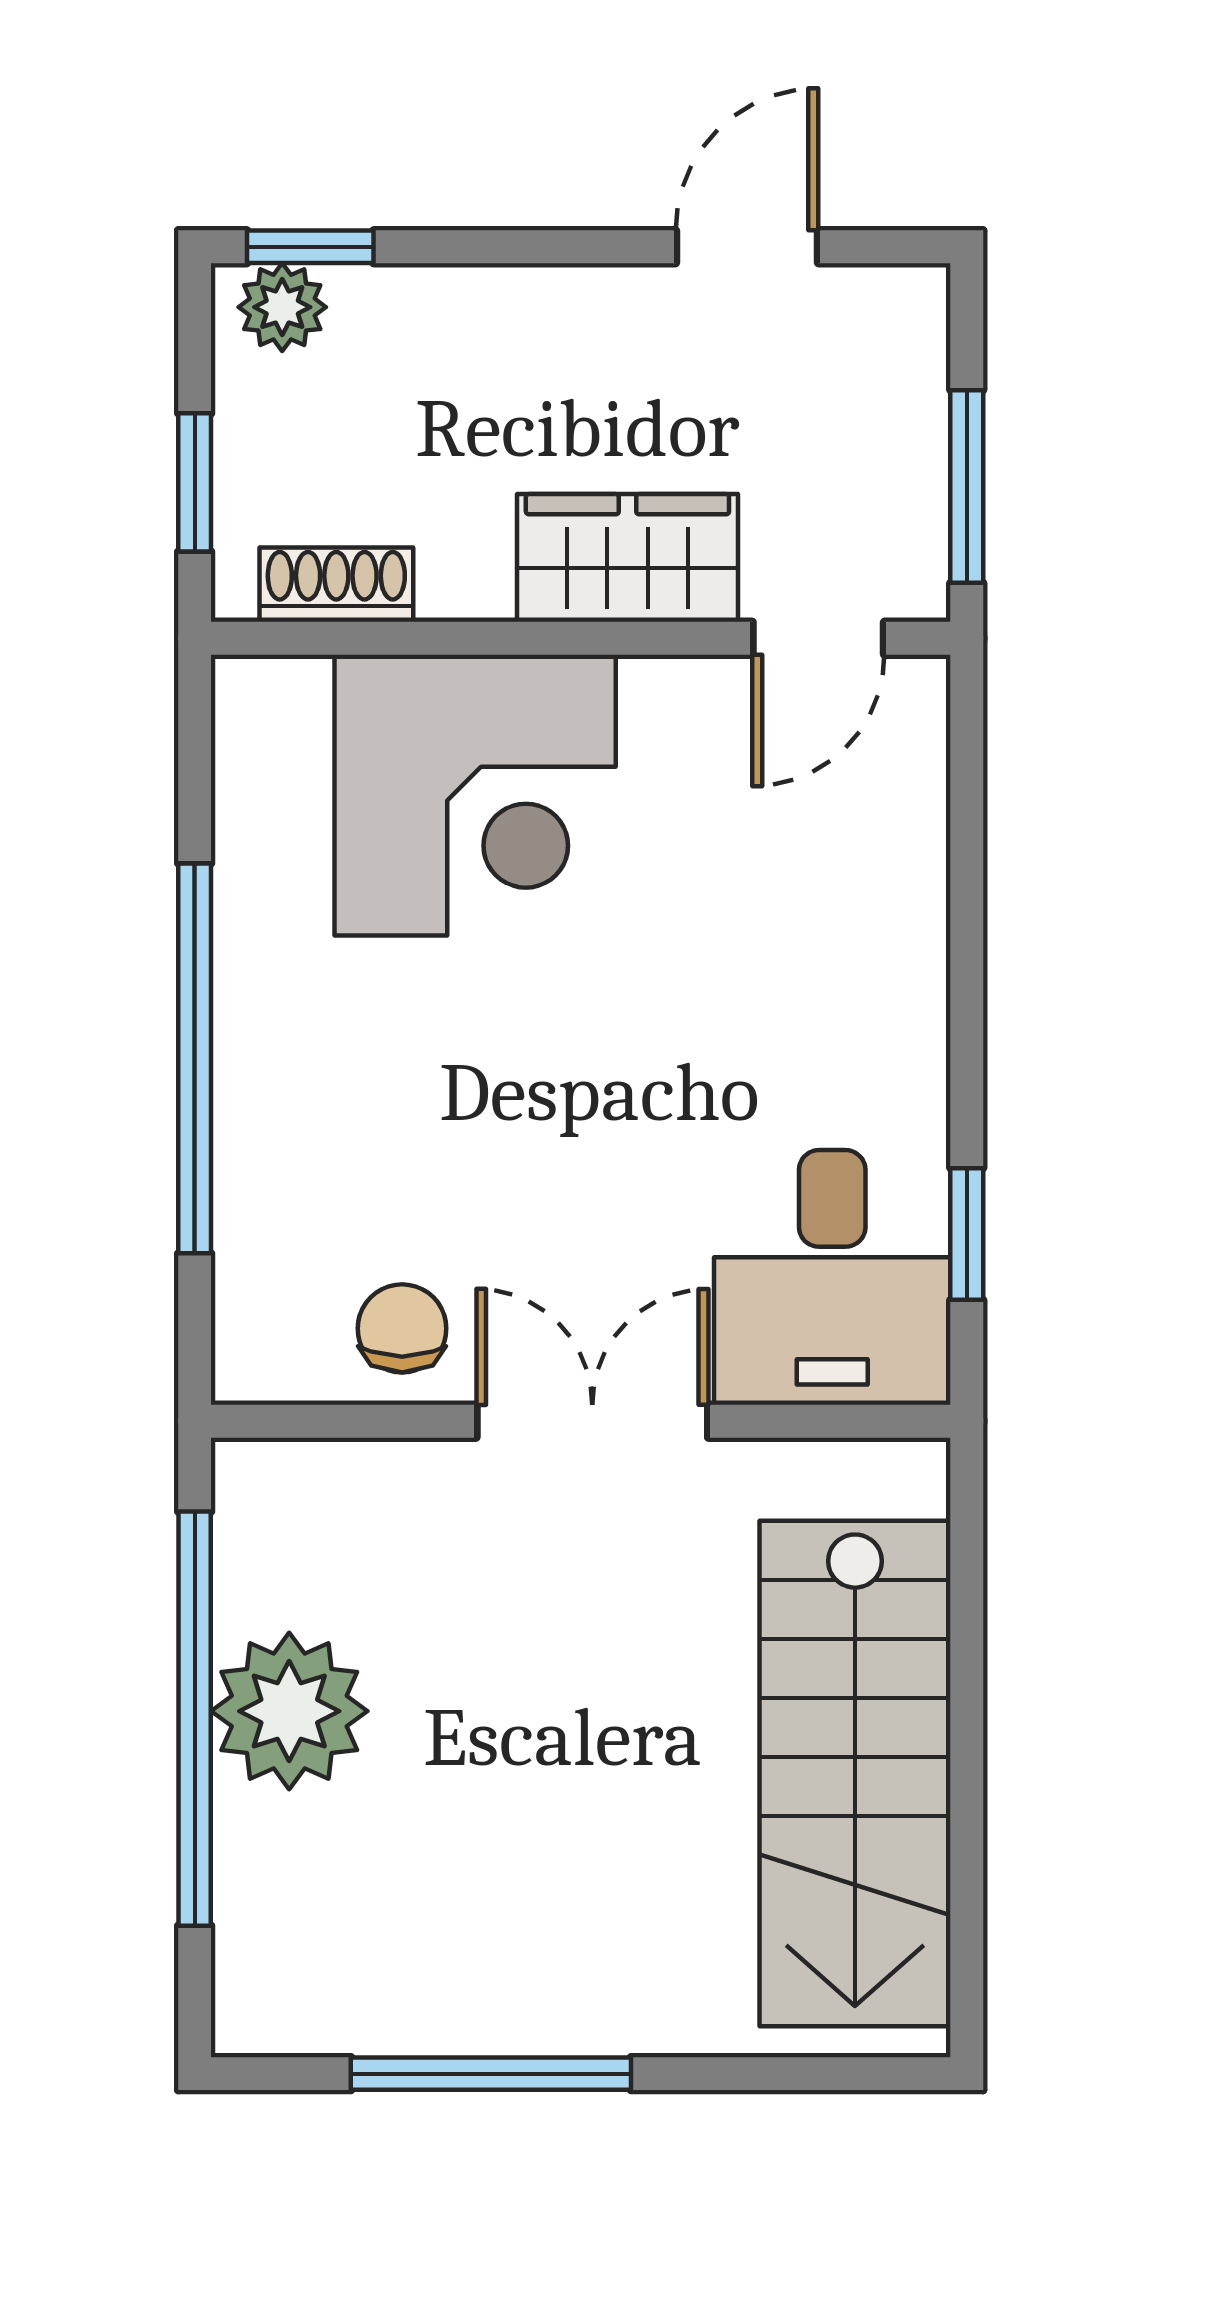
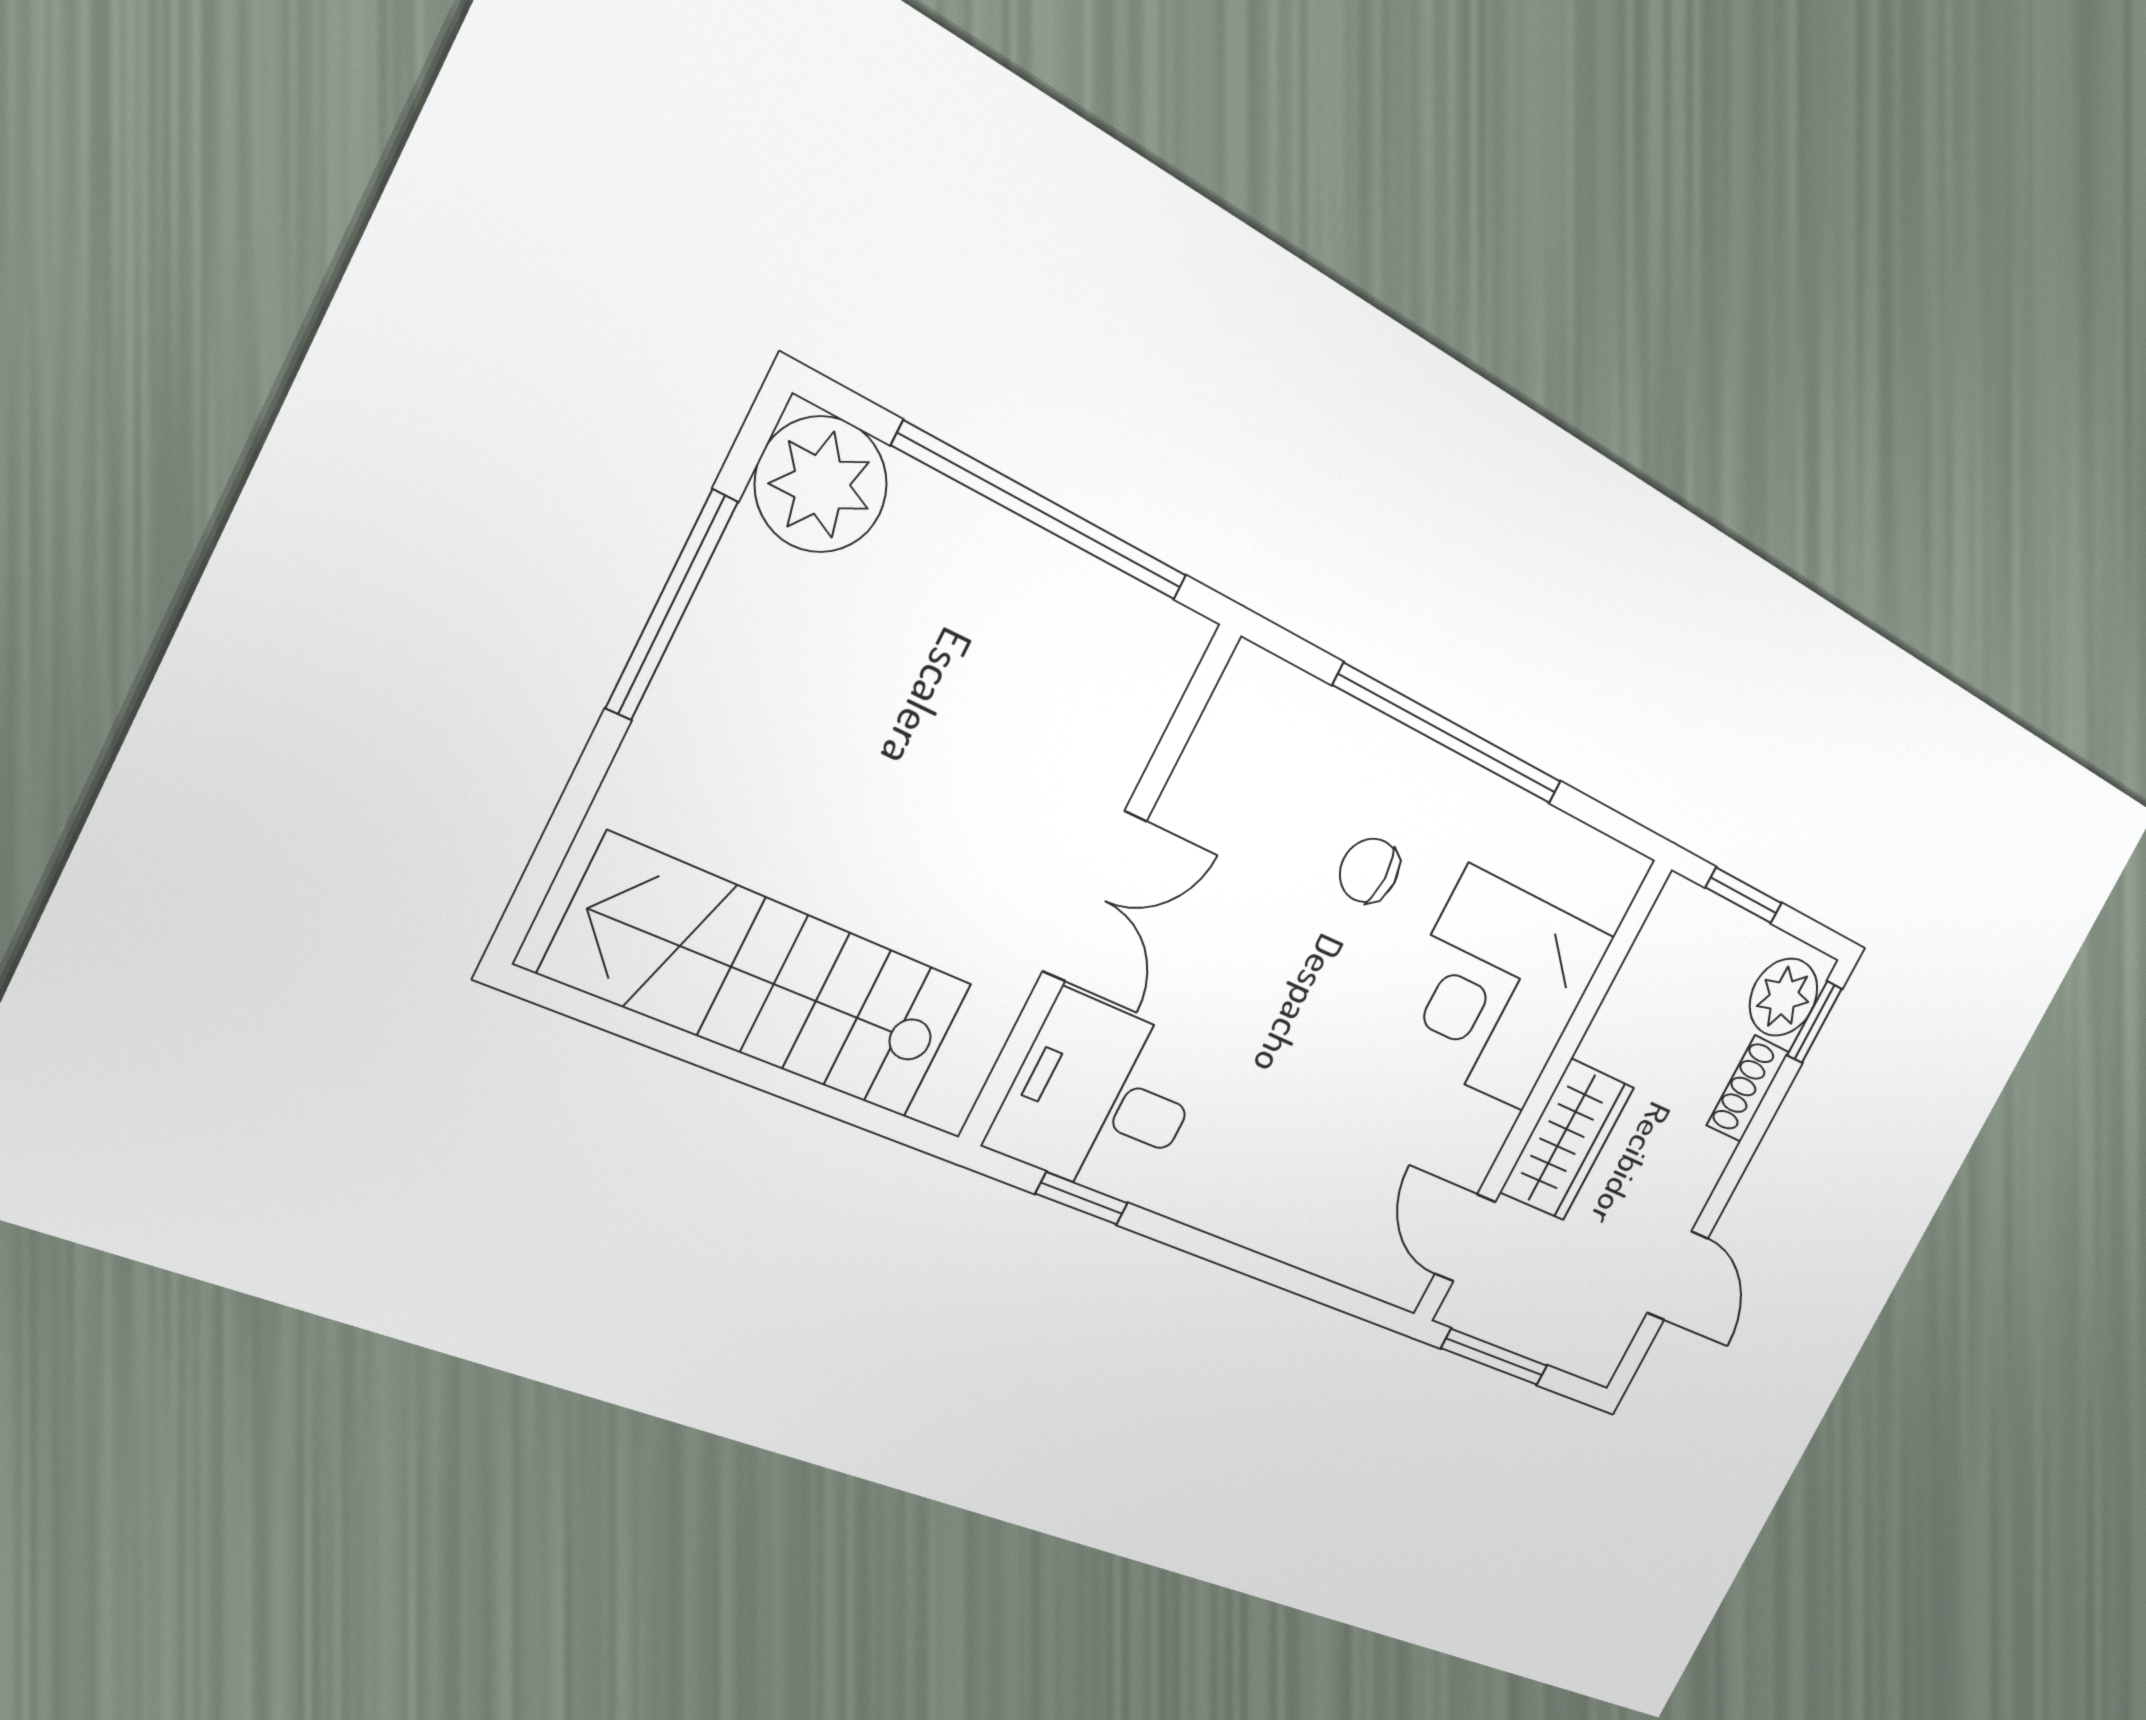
plant: (282, 307) -> (1784, 997), width x1.38, depth x1.38
shoe rack: (336, 585) -> (1748, 1089), moved, turned 180
chair: (402, 1328) -> (1369, 870), moved, turned 180
plant: (289, 1711) -> (821, 485), moved

